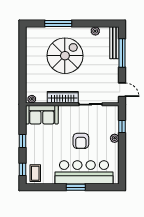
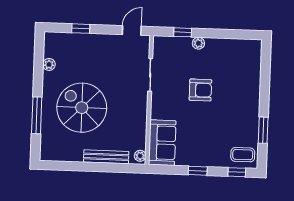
bench: (114, 43) -> (106, 157), moved
window: (122, 53) -> (81, 29), width x0.46
wardrobe: (63, 97) -> (139, 113), removed
bar counter: (84, 172) -> (244, 87), removed
window: (76, 187) -> (263, 130), moved

